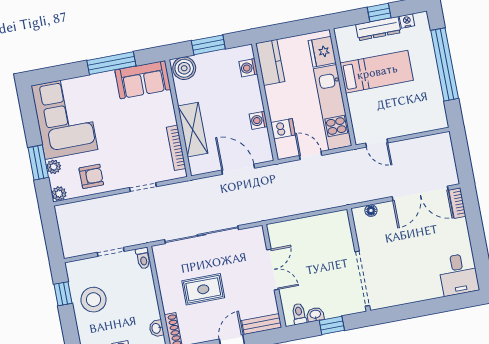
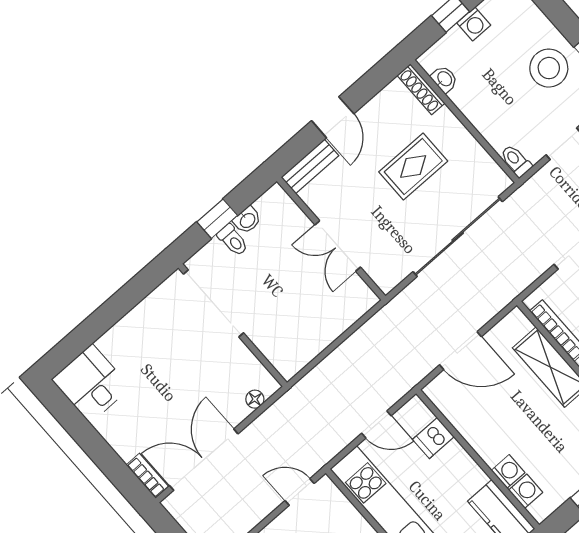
washing machine: (258, 120) -> (508, 471), moved
toilet: (299, 314) -> (233, 240), moved

